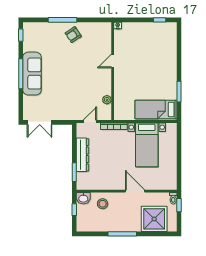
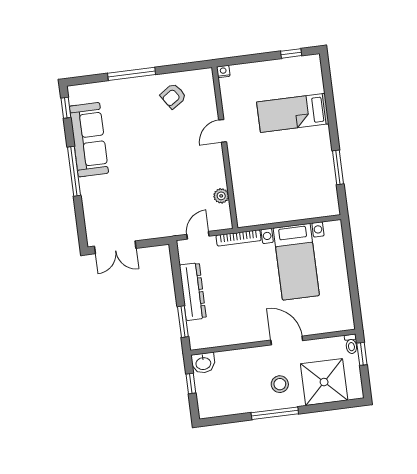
armchair: (73, 35) -> (173, 96), moved
sofa: (32, 74) -> (89, 140), moved
bed: (156, 109) -> (293, 113), moved
stool: (103, 204) -> (280, 384), moved

